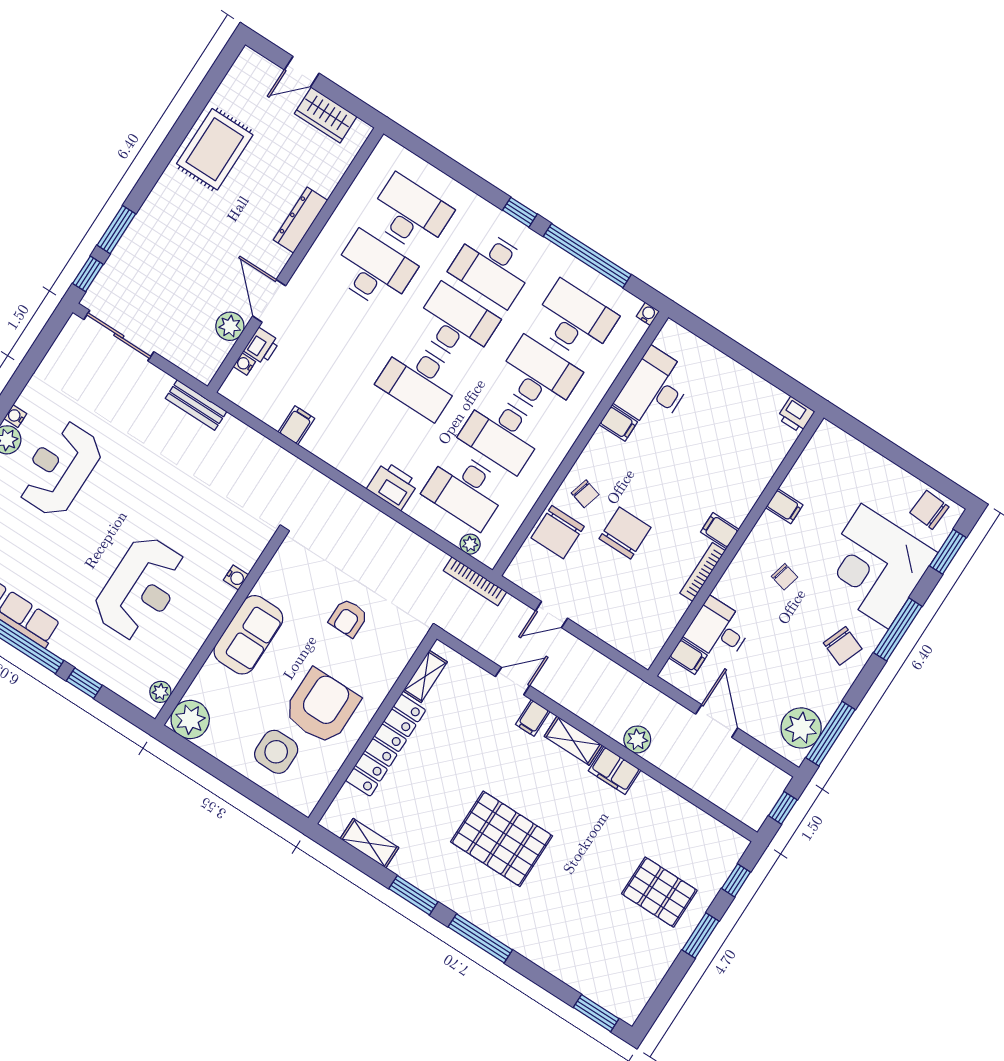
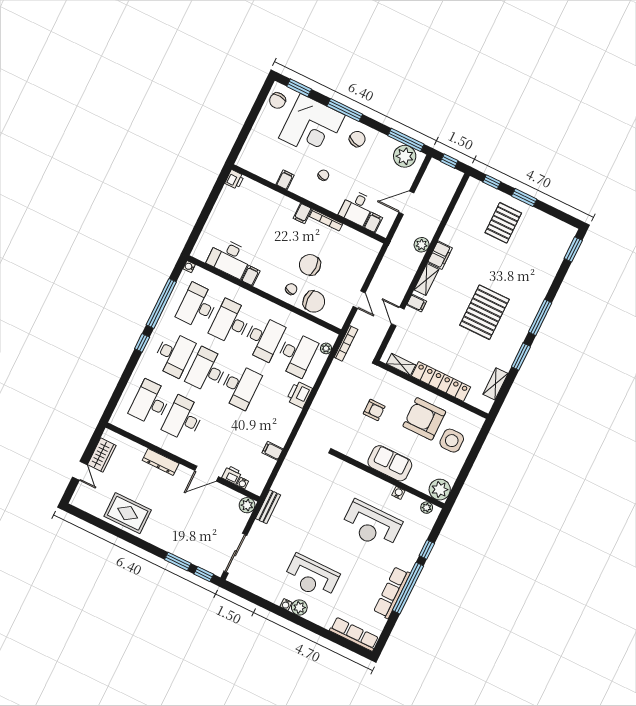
plant: (230, 326) -> (247, 505), moved
water cooler: (236, 577) -> (398, 493), moved
reception desk: (141, 588) -> (371, 525), turned 180

